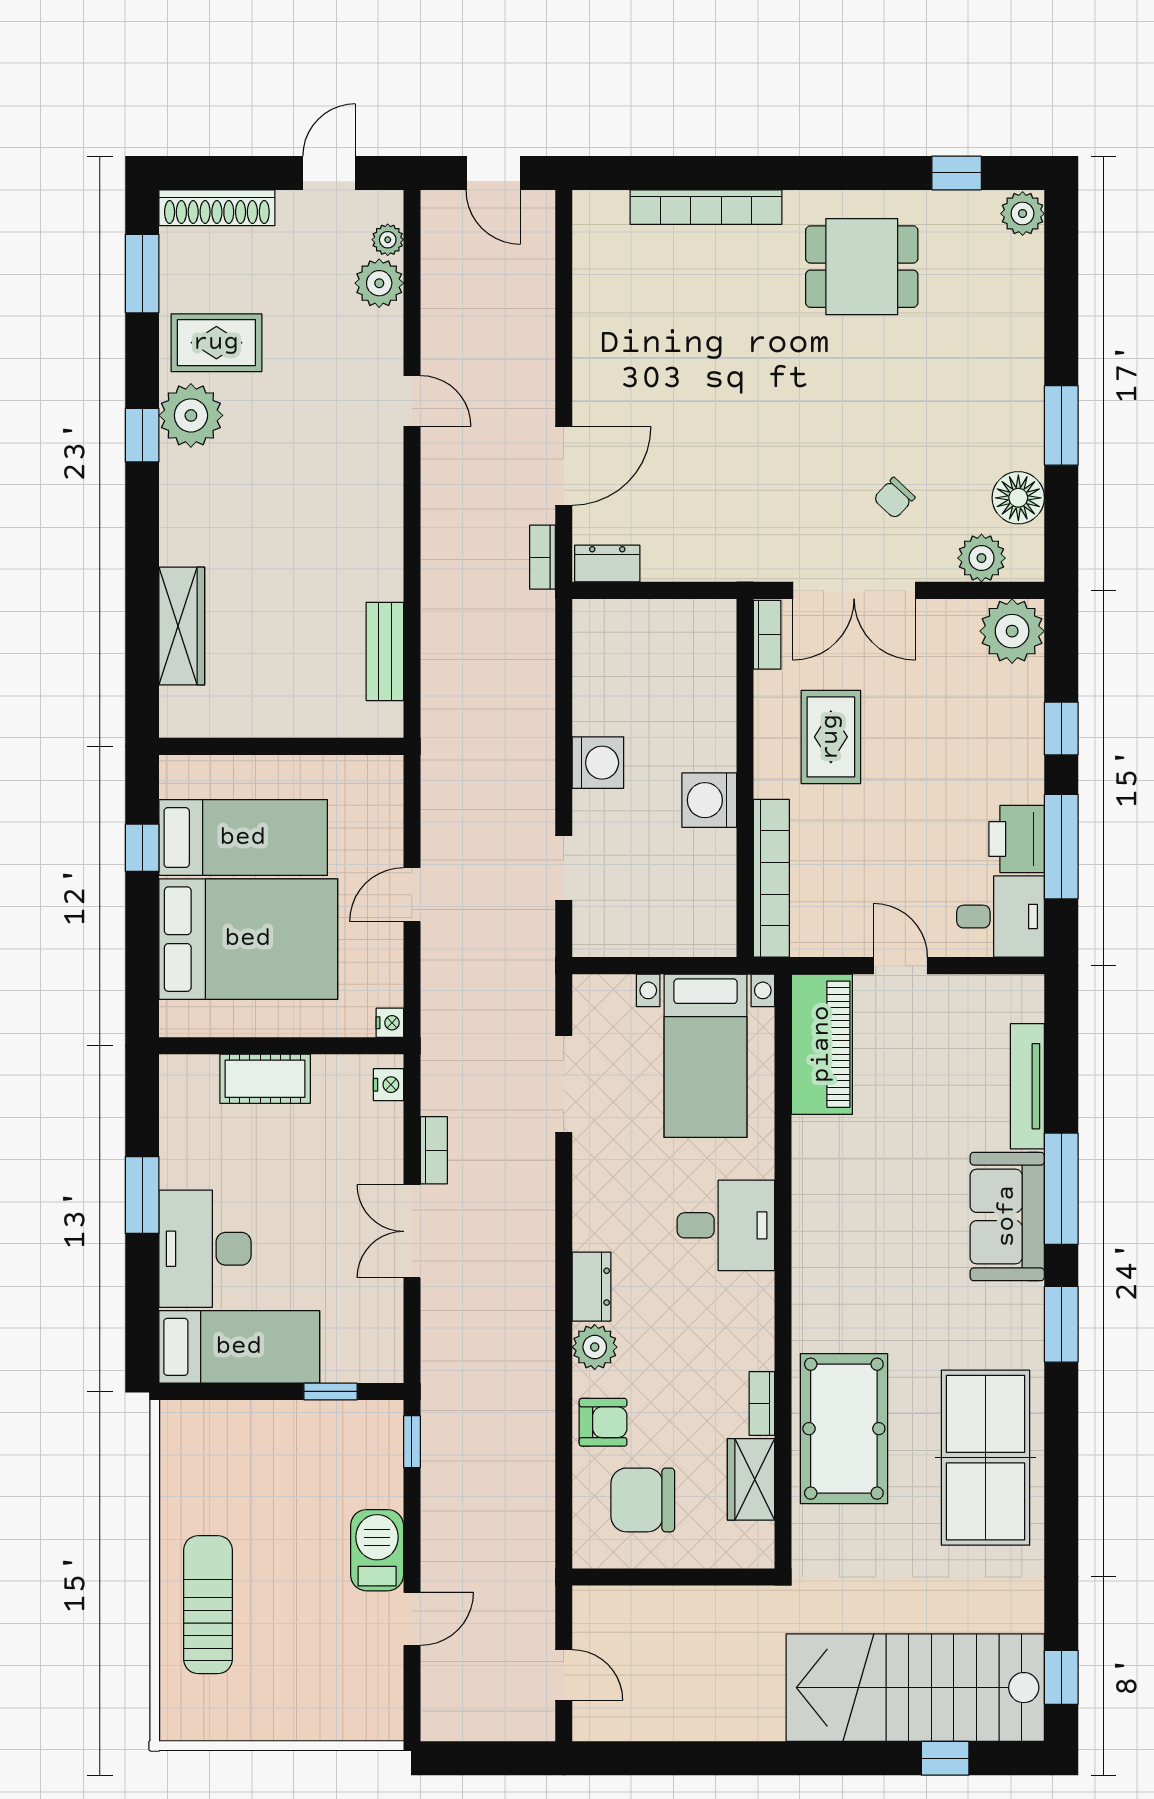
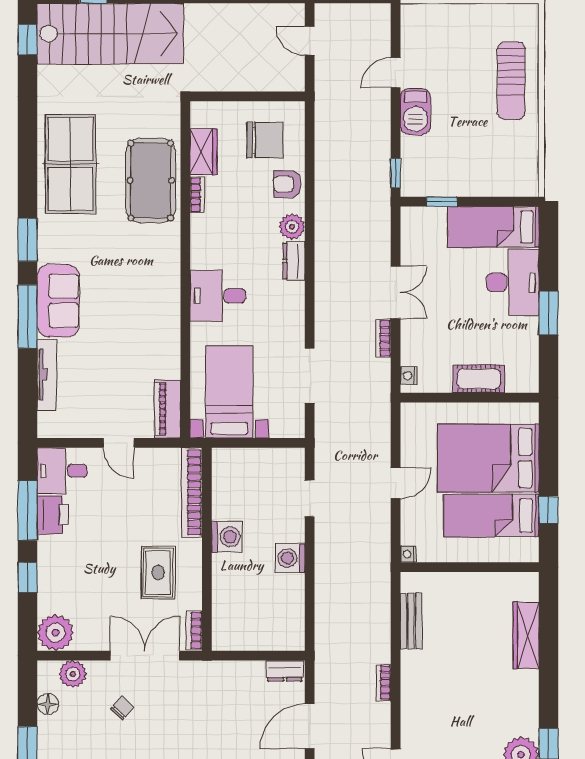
floor lamp: (1018, 498) -> (48, 704), width x0.73, depth x0.73
bookcase: (543, 557) -> (384, 683), moved, turned 180
nightstand: (390, 1023) -> (408, 554), moved
piano: (822, 1044) -> (167, 409), width x0.73, depth x0.75

